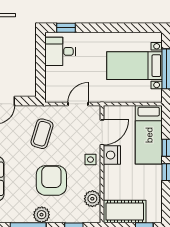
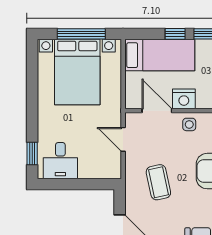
bed with nightstands: (135, 66) -> (77, 72), width x1.36
coffee table: (42, 134) -> (158, 182), turned 61

